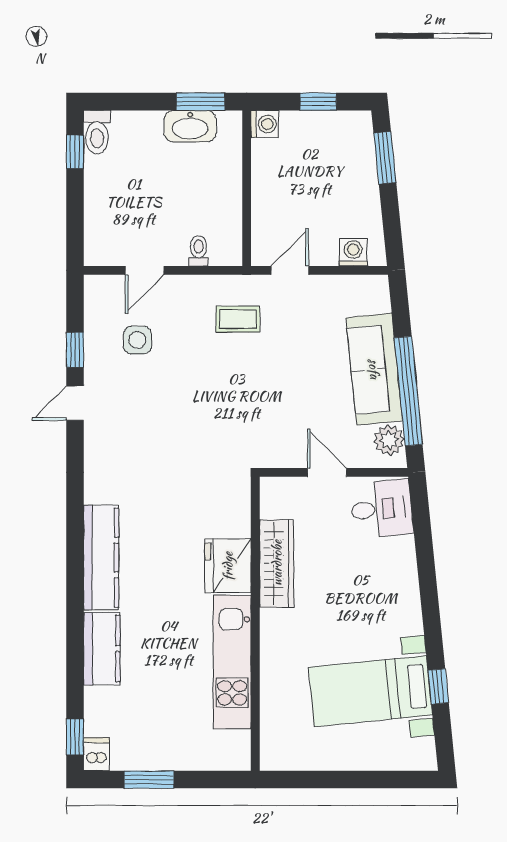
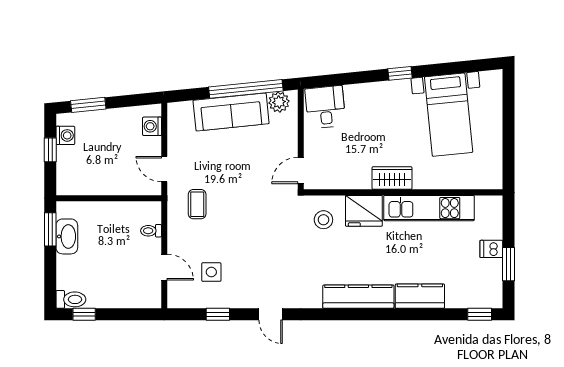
washing machine: (265, 124) -> (65, 135), moved, turned 90
door: (75, 403) -> (271, 314), moved
door: (327, 472) -> (301, 170), moved
stool: (215, 506) -> (323, 220), added
wardrobe: (277, 563) -> (392, 178), moved, width x0.67
window: (438, 687) -> (400, 73), moved
dishwasher: (97, 754) -> (491, 249), moved

